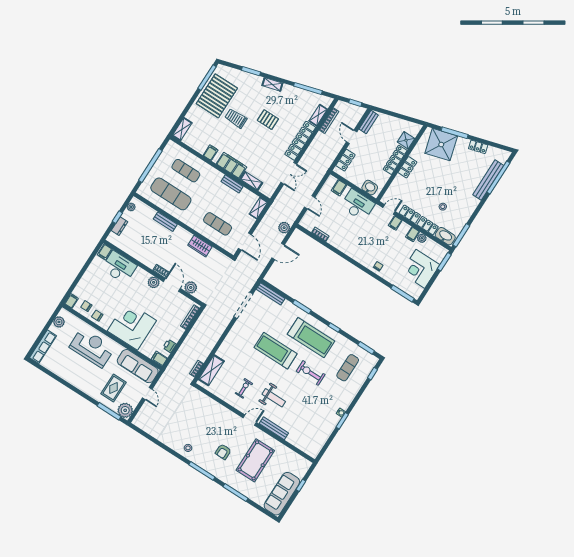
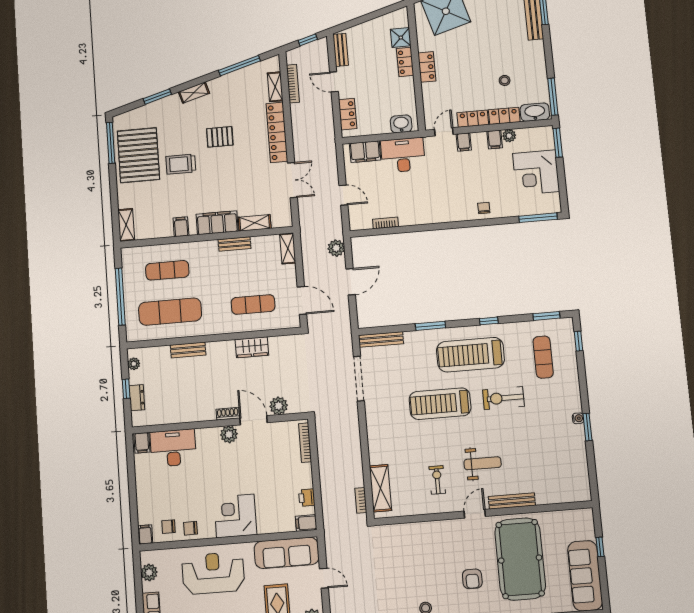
locker: (395, 160) -> (405, 62), width x0.66
filing cabinet: (339, 188) -> (365, 152), width x2.00
corner desk: (132, 326) -> (235, 516), width x0.74, depth x0.74
treadmill: (311, 338) -> (470, 355), turned 180
pool table: (255, 460) -> (520, 559), width x1.36, depth x1.32

